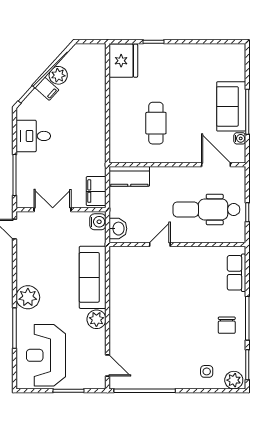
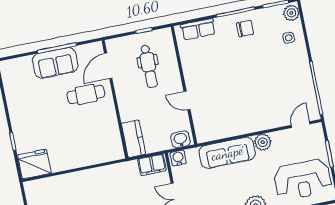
cafe table: (156, 123) -> (86, 94), moved
water cooler: (240, 138) -> (81, 50), removed
dental chair: (206, 209) -> (149, 66), width x0.73, depth x0.72

